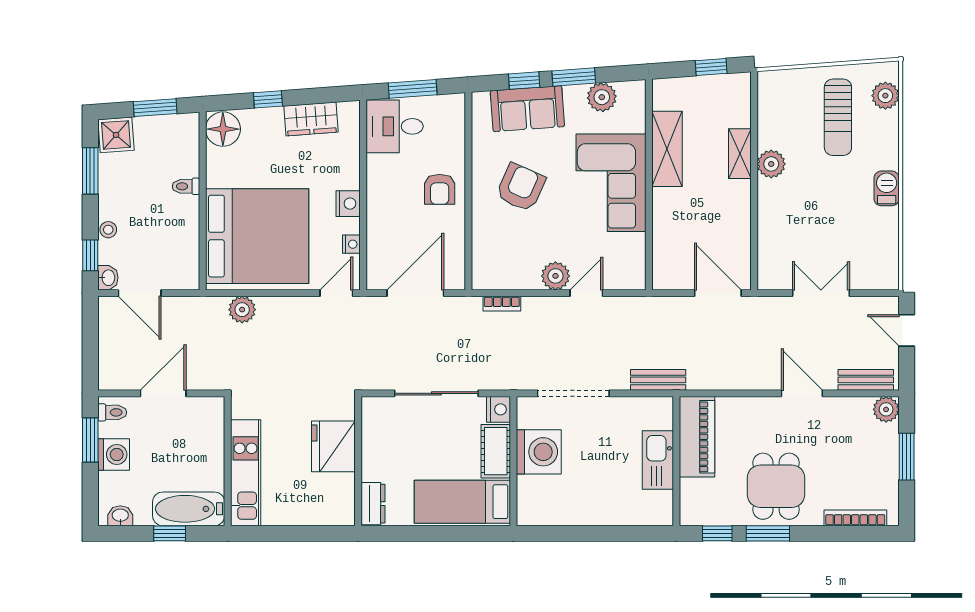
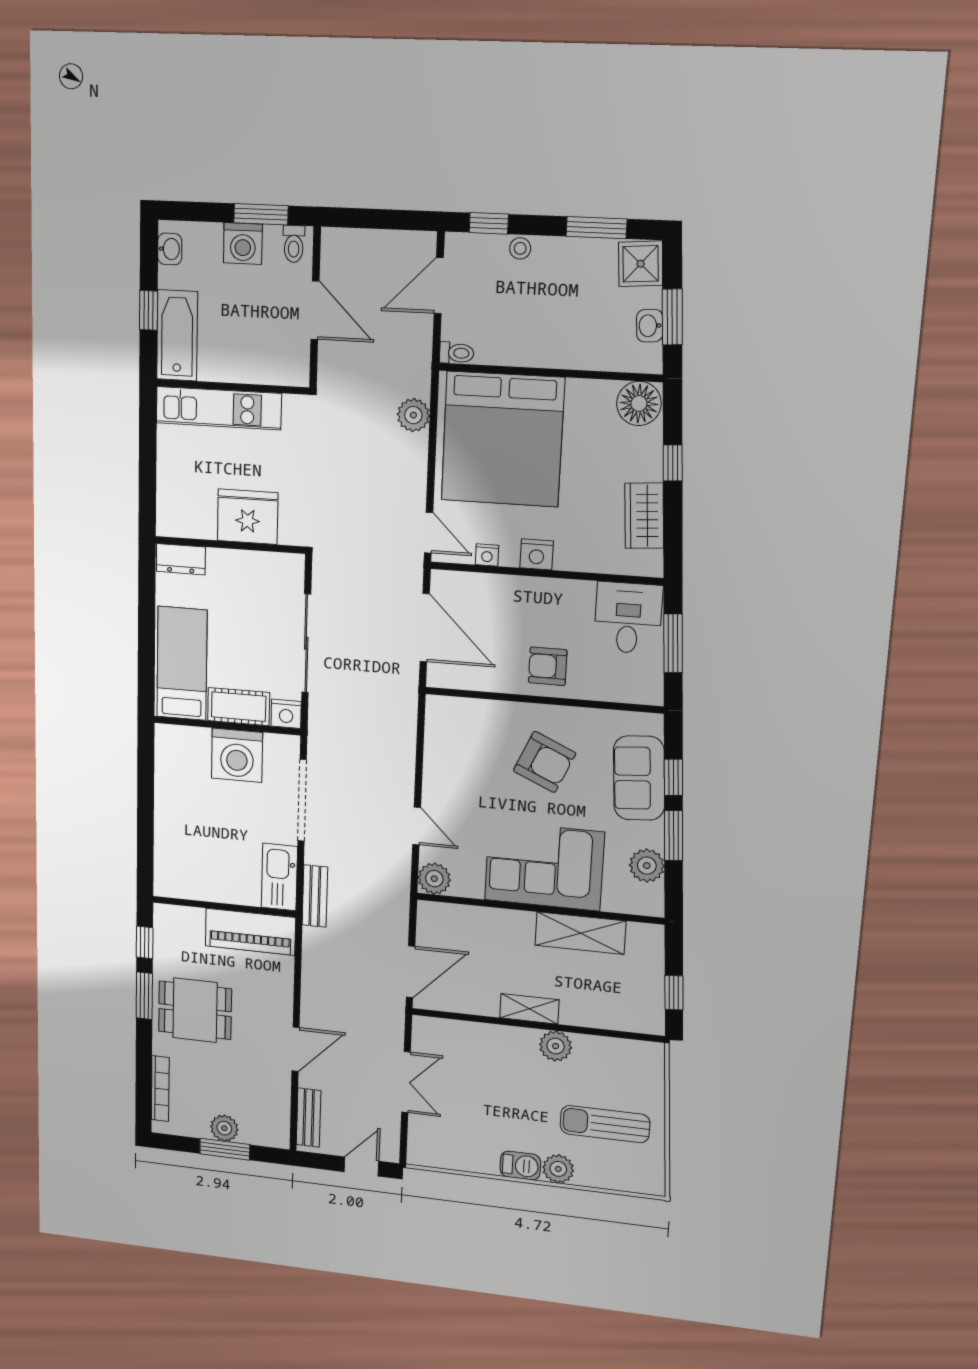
plant: (885, 96) -> (558, 1169), moved
shelving: (740, 154) -> (529, 1009), moved
toilet: (186, 186) -> (457, 353), moved, turned 90
plant: (555, 276) -> (434, 879), moved
washbasin: (108, 278) -> (650, 326), moved, turned 86
bookcase: (502, 304) -> (408, 728), removed
plant: (886, 409) -> (224, 1128), moved
kitchen sink: (658, 460) -> (279, 877), moved, turned -90

